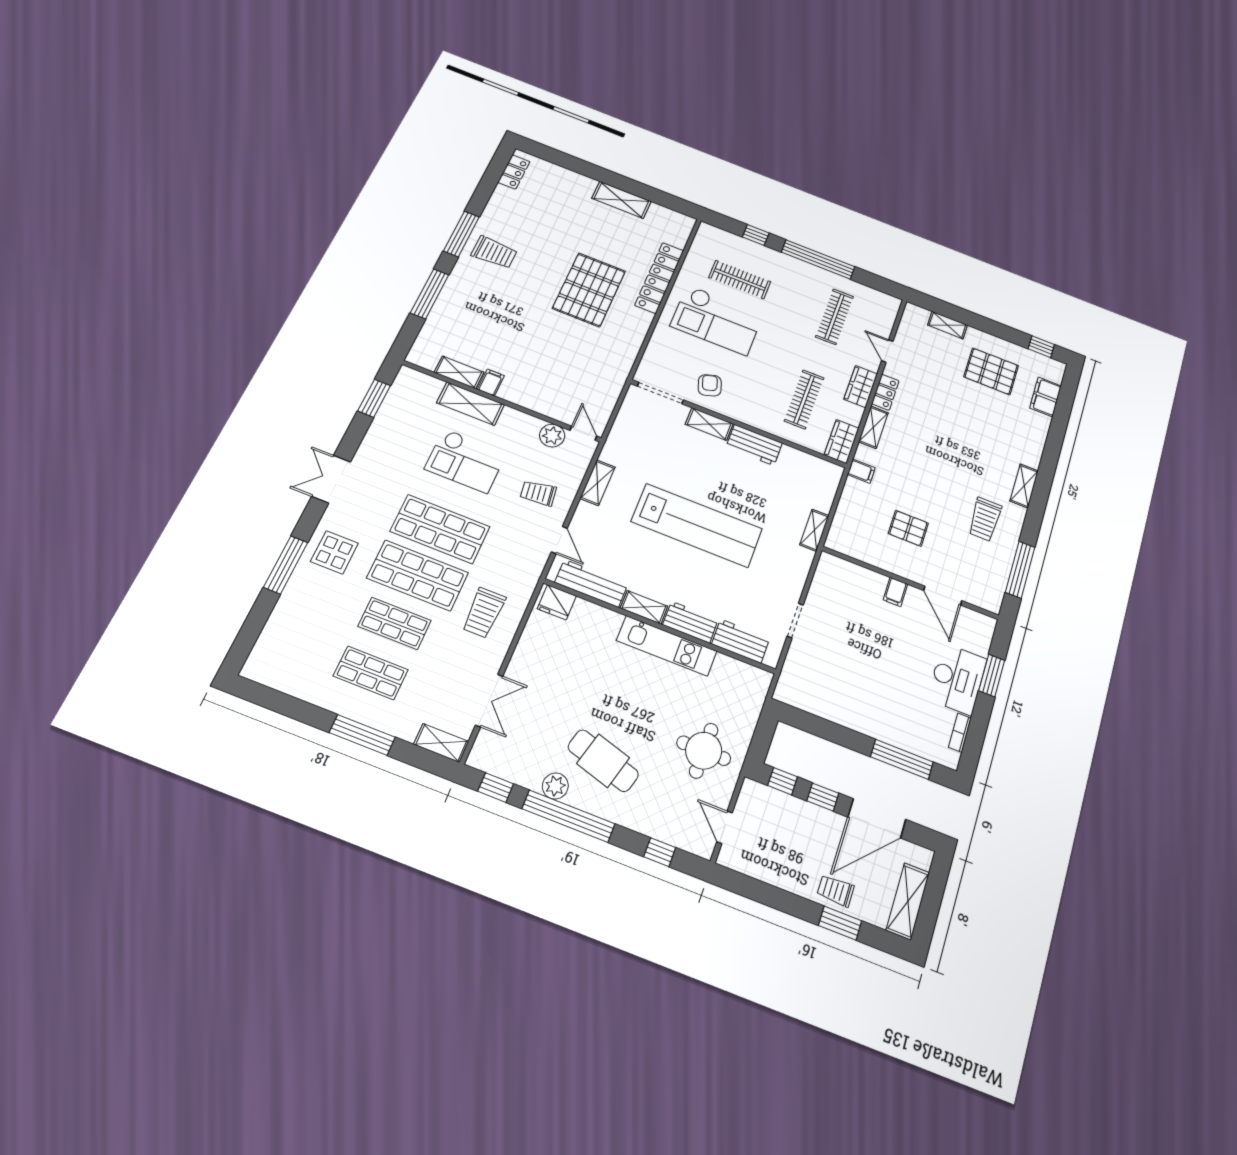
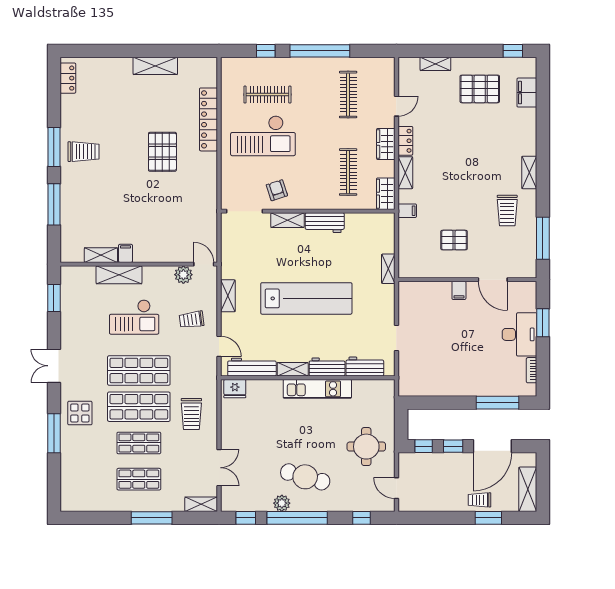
pallet: (589, 290) -> (162, 152), width x0.73, depth x0.71
door: (887, 351) -> (396, 106), swing flipped

